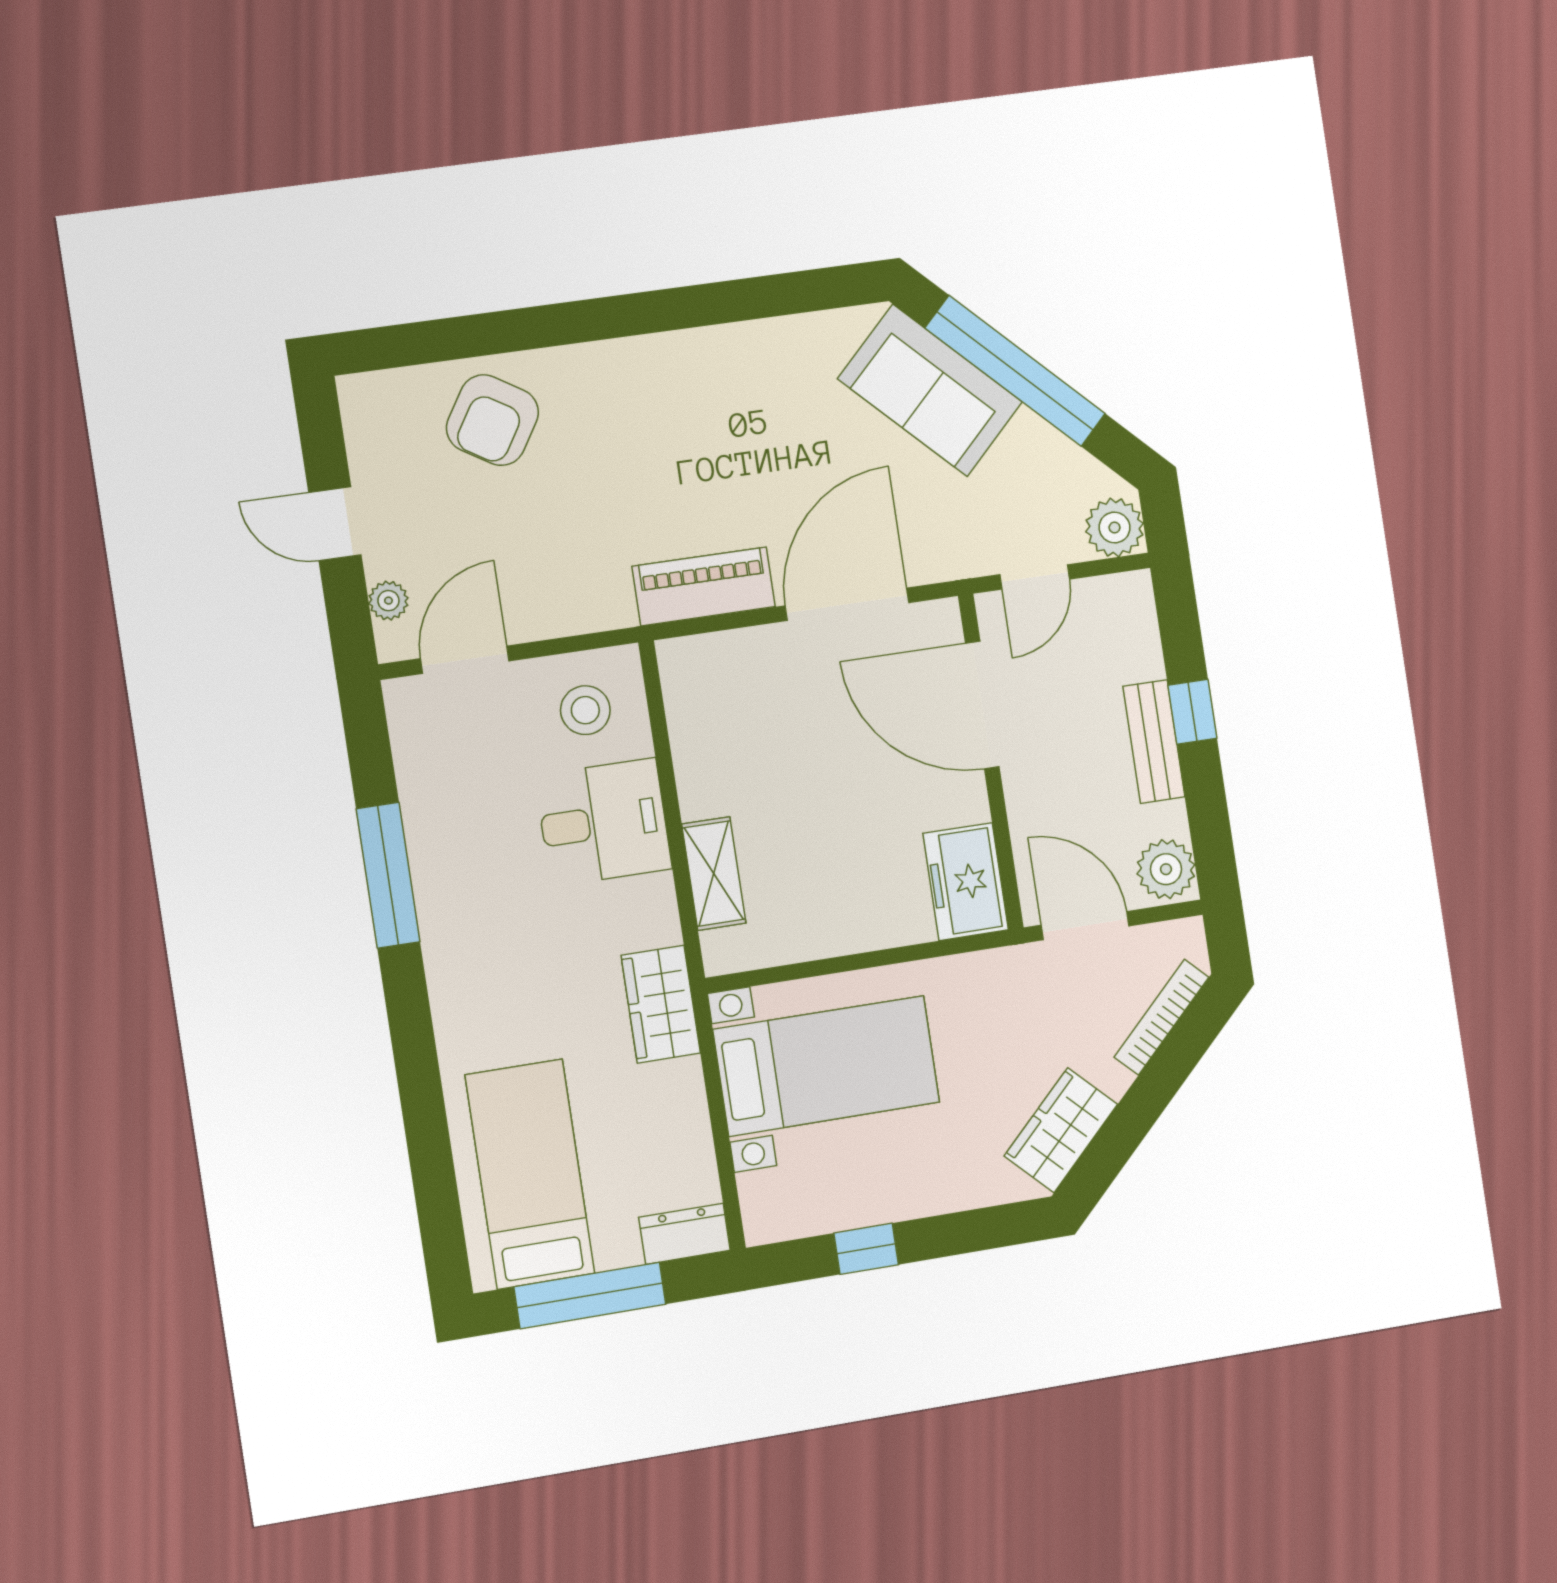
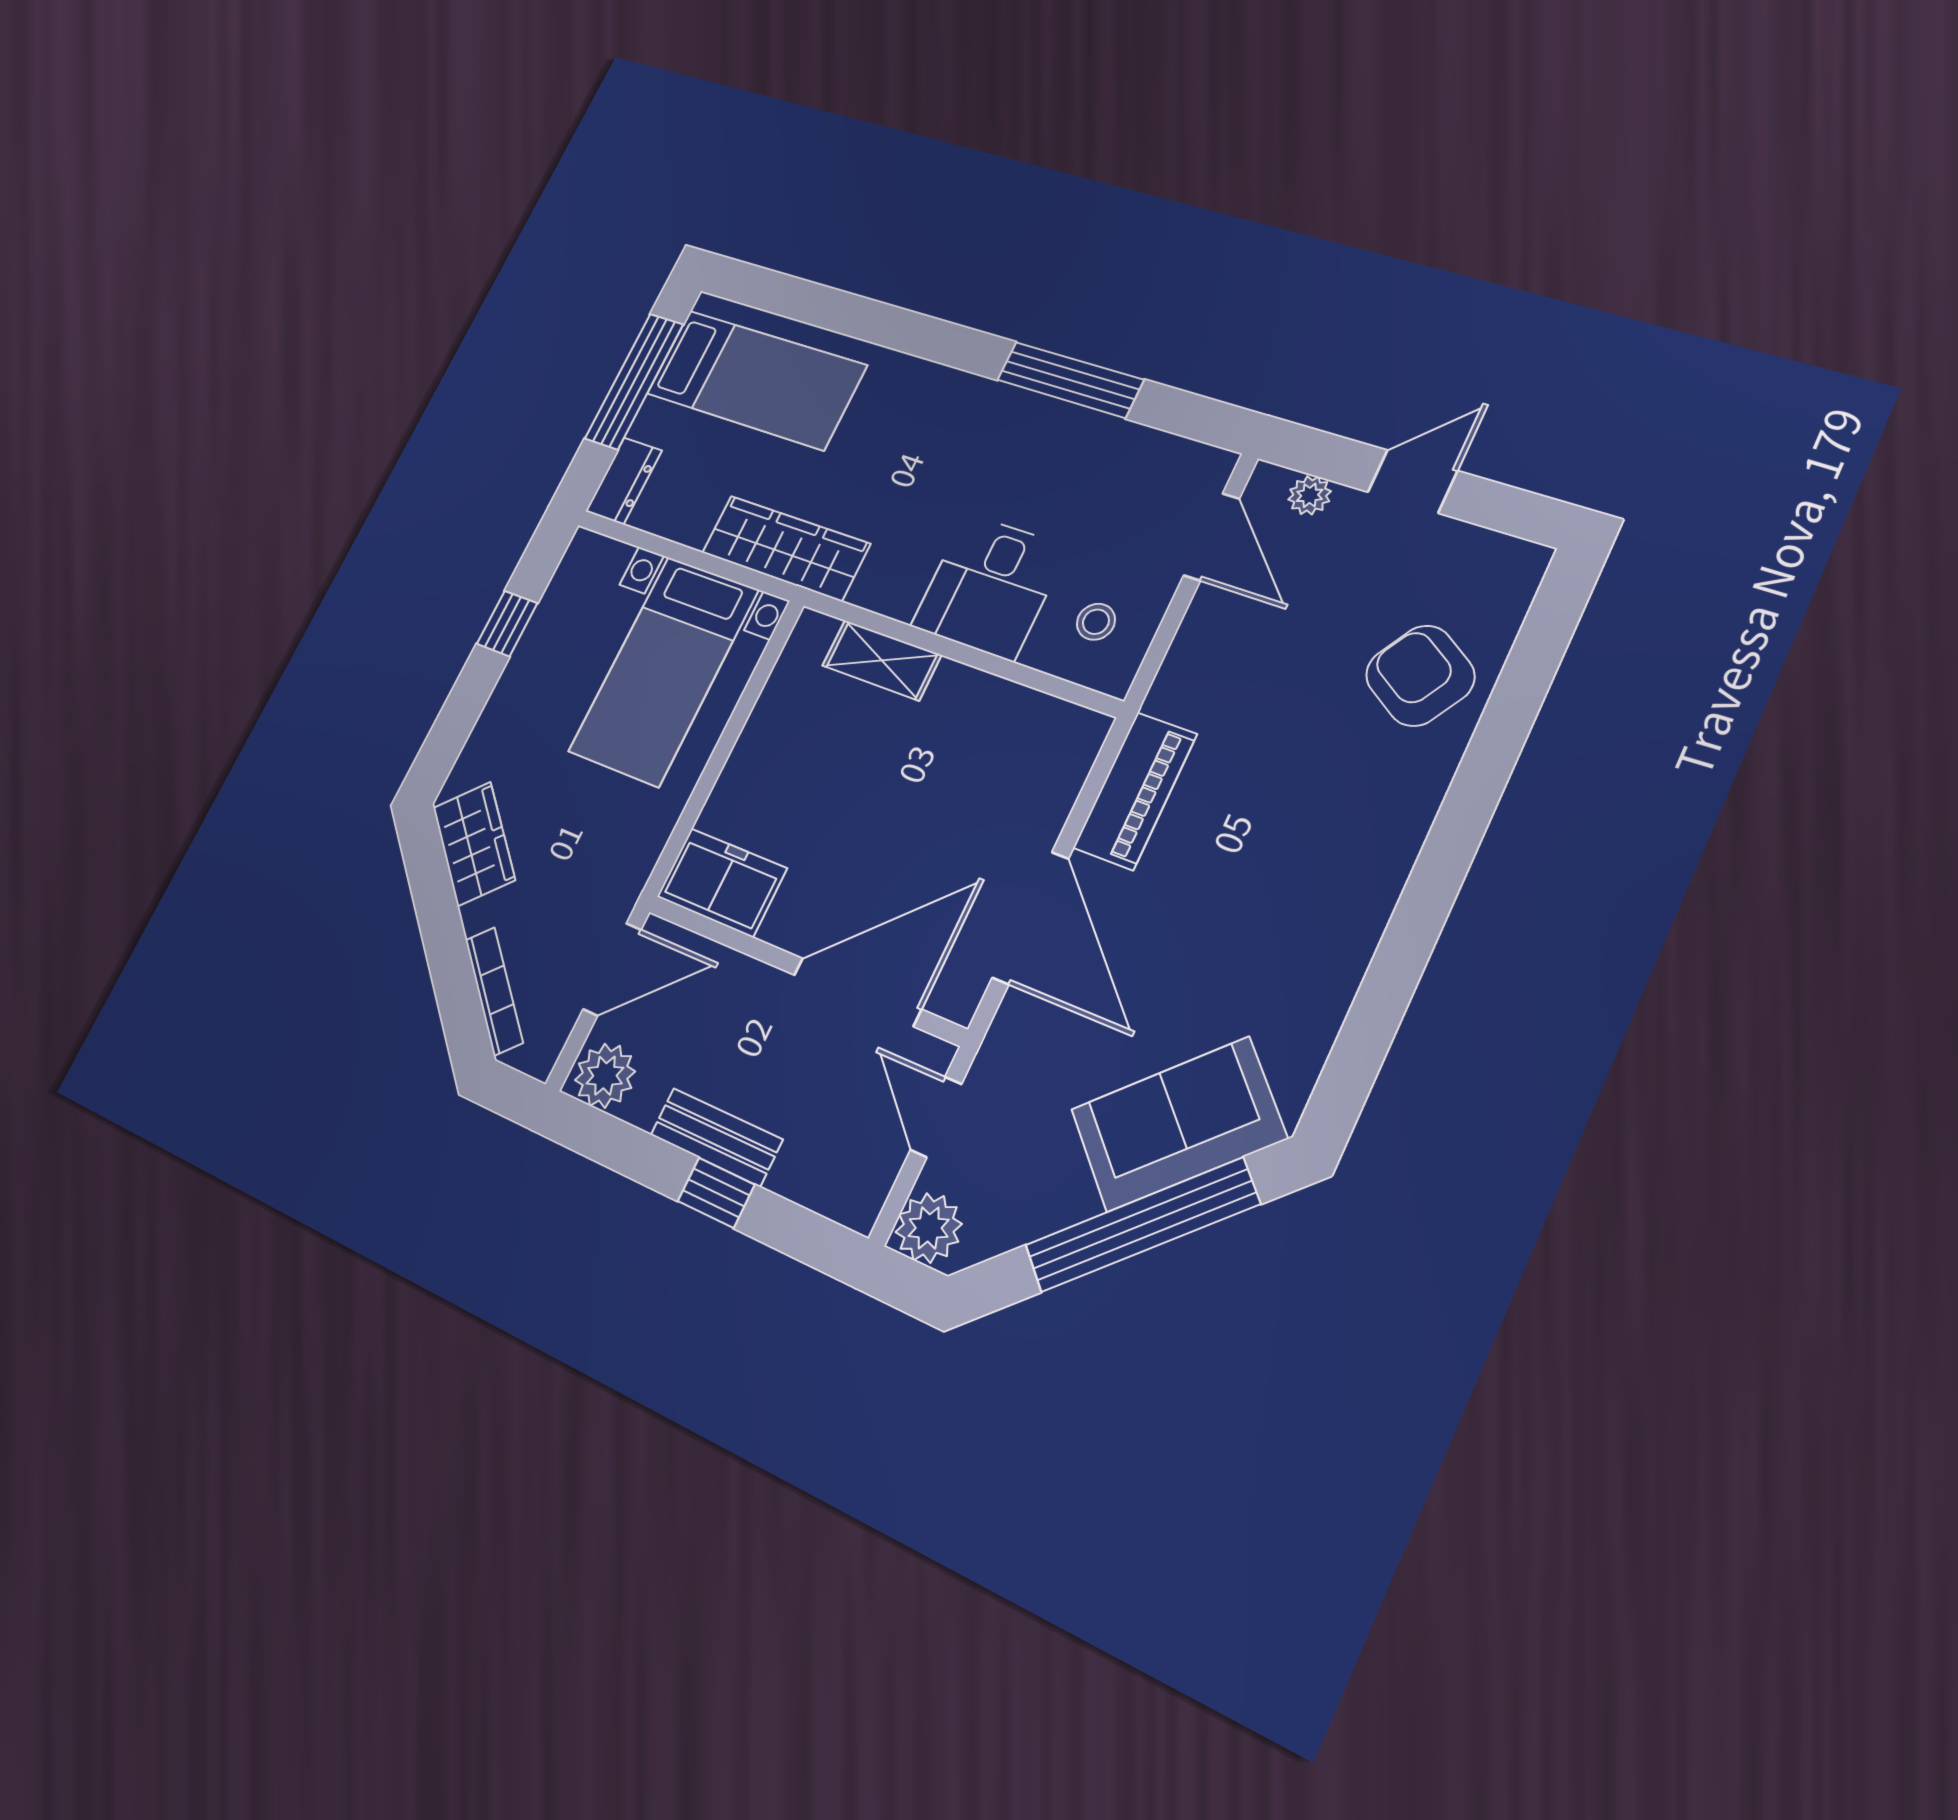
stool: (585, 710) -> (1096, 622), width x0.73, depth x0.73
wardrobe: (661, 1004) -> (786, 548), width x1.50

